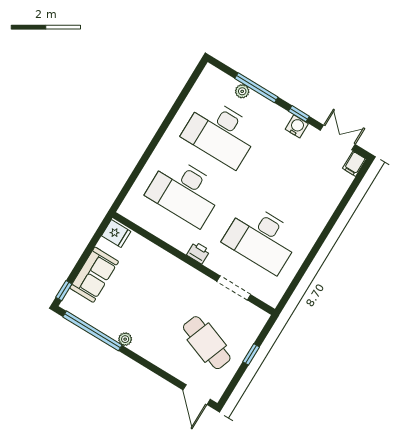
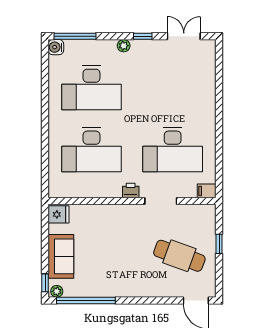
window: (256, 88) -> (75, 36), moved
plant: (242, 91) -> (124, 46), moved
water cooler: (297, 126) -> (56, 47), moved, turned -90
filing cabinet: (354, 164) -> (207, 191), moved, turned 90
doorway: (234, 288) -> (161, 201), moved
plant: (125, 339) -> (57, 291), moved

